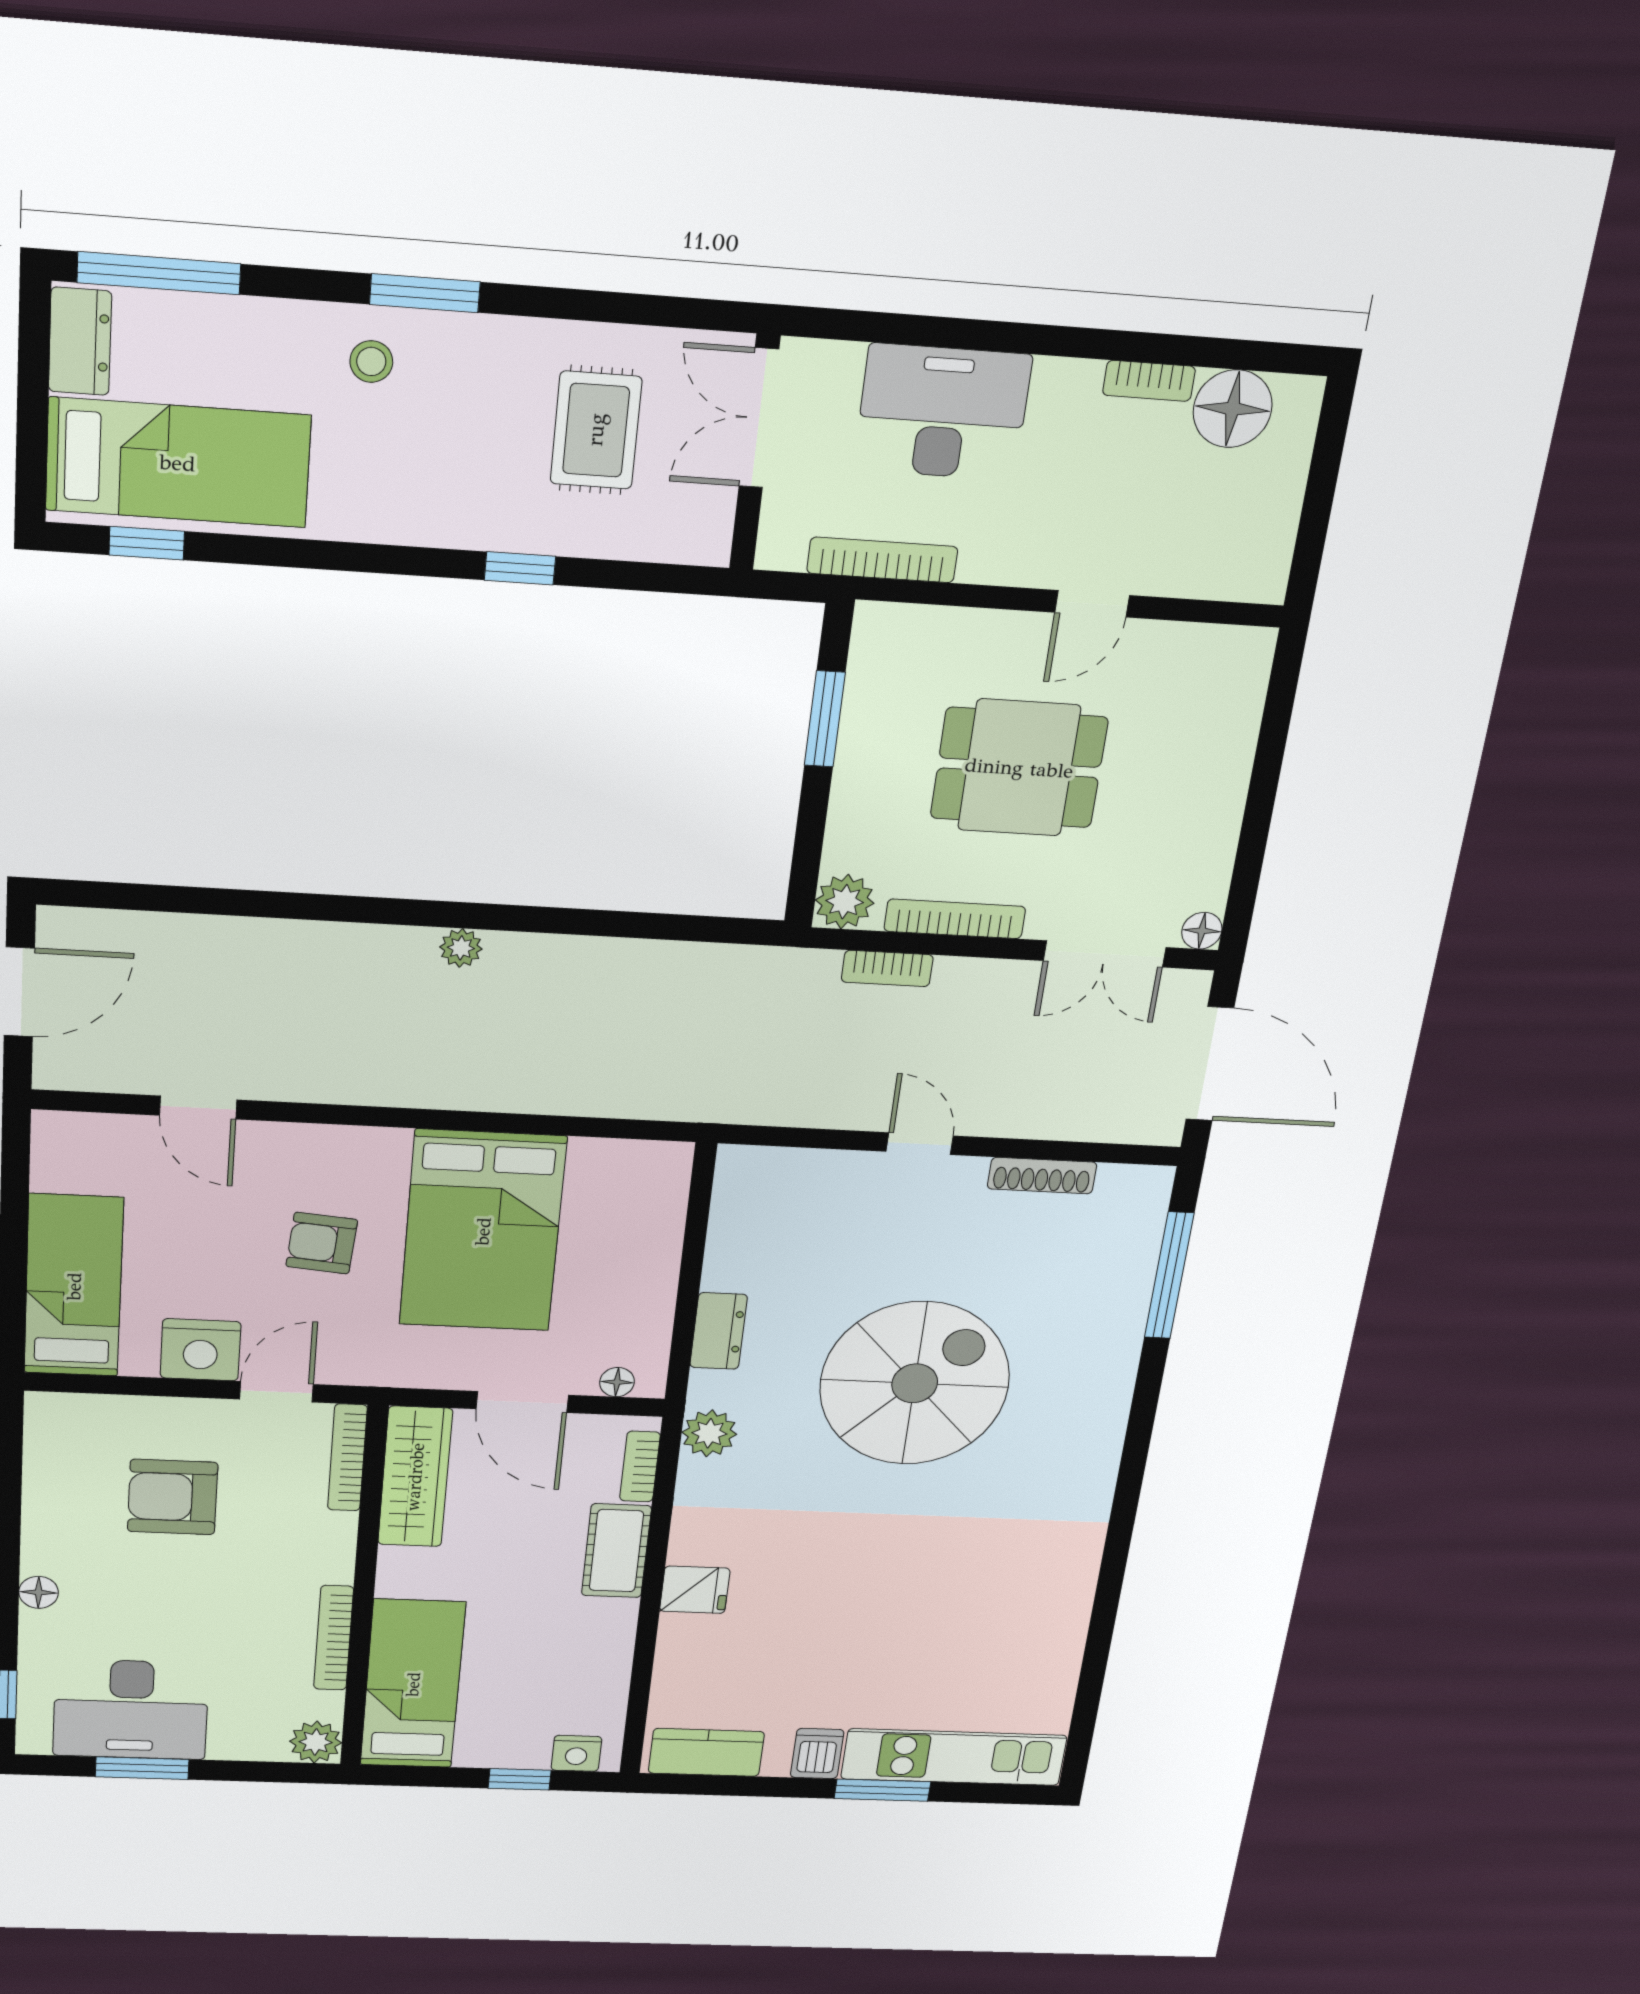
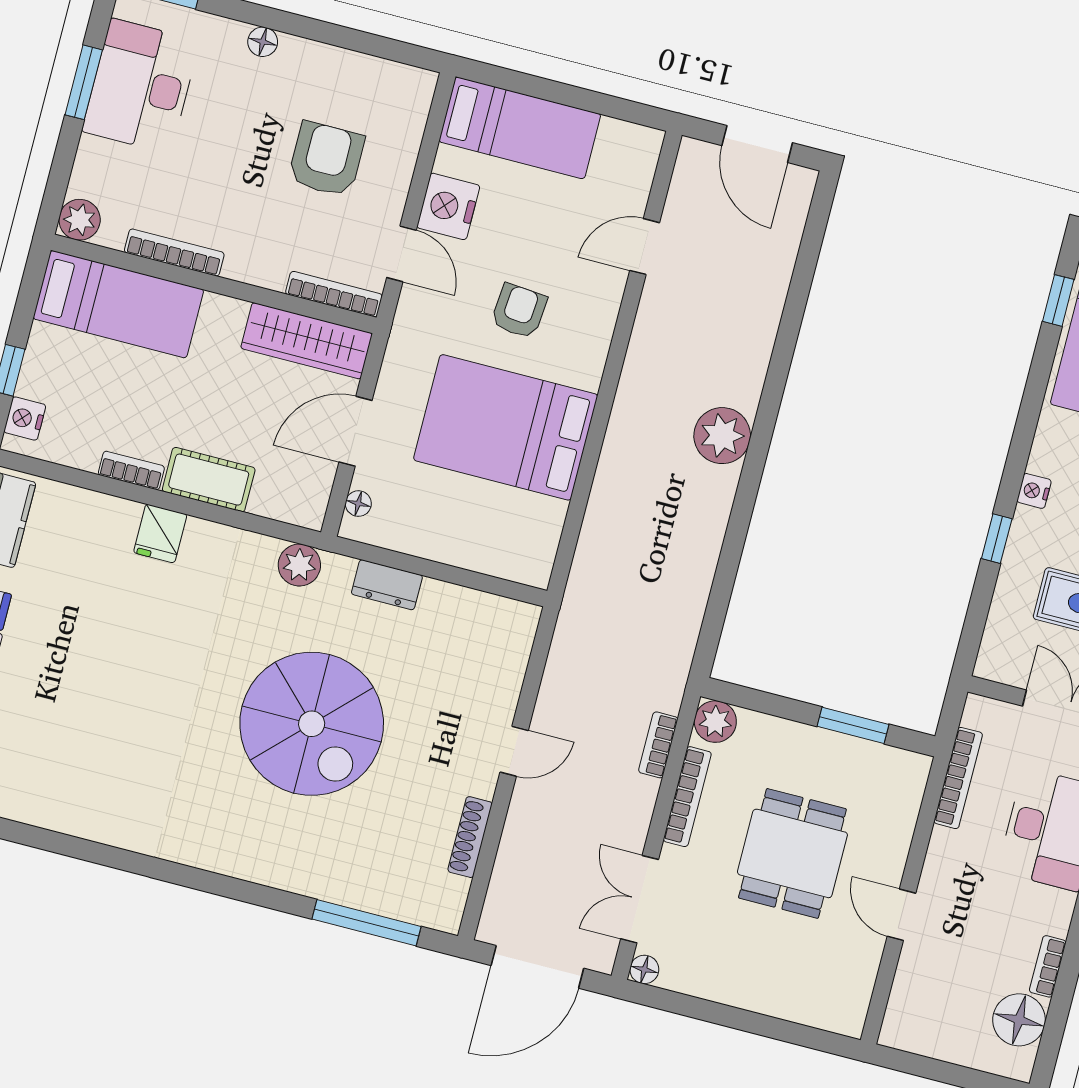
nightstand: (439, 527) -> (1034, 491), added
plant: (461, 948) -> (722, 436), width x1.88, depth x1.88
bookcase: (640, 1467) -> (131, 470), moved

